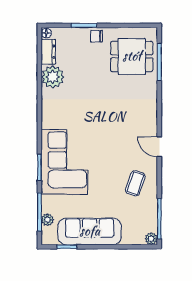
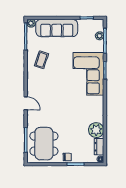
dining table: (132, 56) -> (44, 144), width x1.38
door: (159, 147) -> (26, 103), moved
sofa: (90, 231) -> (57, 28), moved

